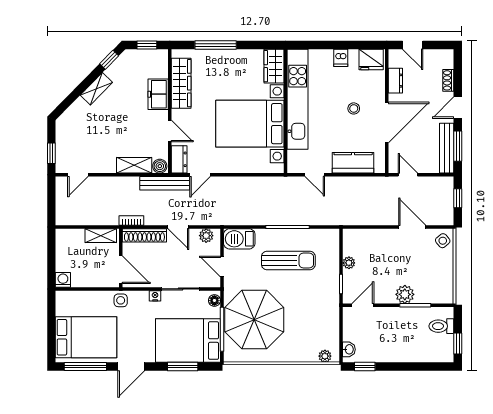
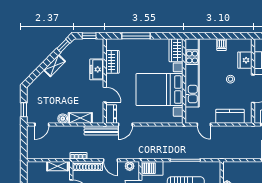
fridge: (371, 59) -> (245, 60), moved, turned 90
wardrobe: (181, 83) -> (112, 62), width x0.67
boiler: (160, 166) -> (63, 119), moved

